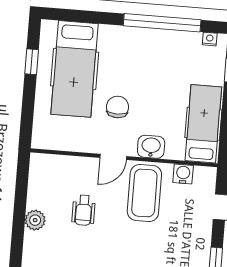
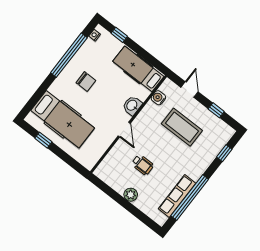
chair: (118, 107) -> (86, 82), moved, turned 180
coffee table: (144, 193) -> (182, 127), moved

